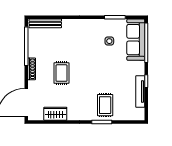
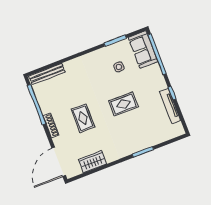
sofa: (136, 40) -> (143, 50), width x0.73
rug: (105, 105) -> (123, 104), moved, turned 90

